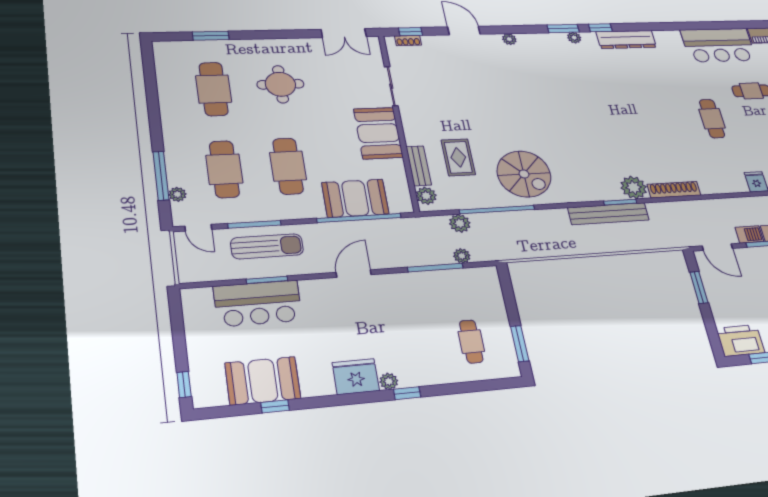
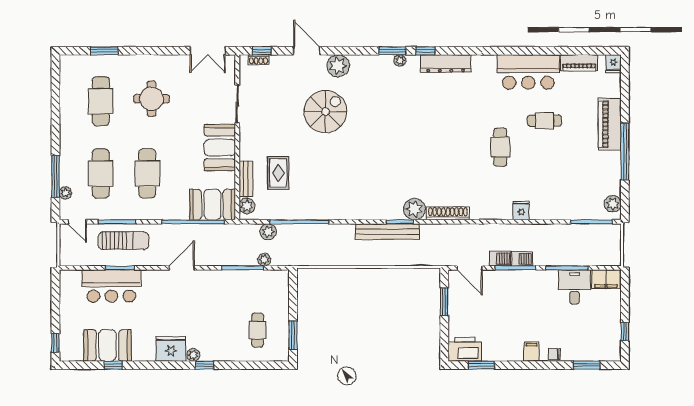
plant: (509, 39) -> (338, 66), width x1.88, depth x1.88
spiral stairs: (524, 174) -> (325, 112), moved, turned -90
booth: (355, 198) -> (212, 205), moved

